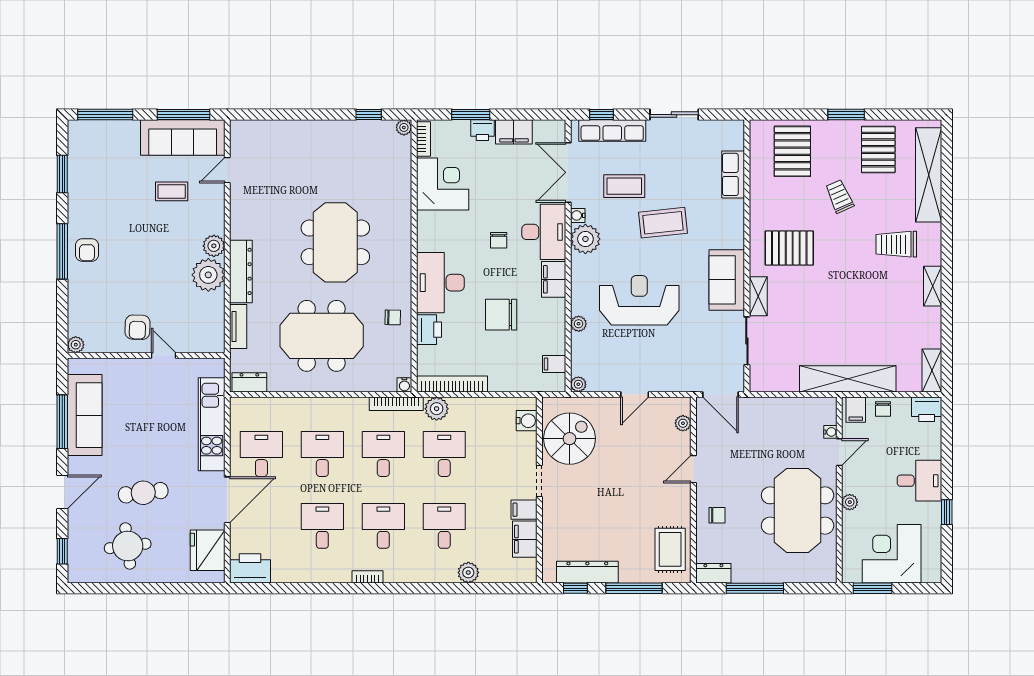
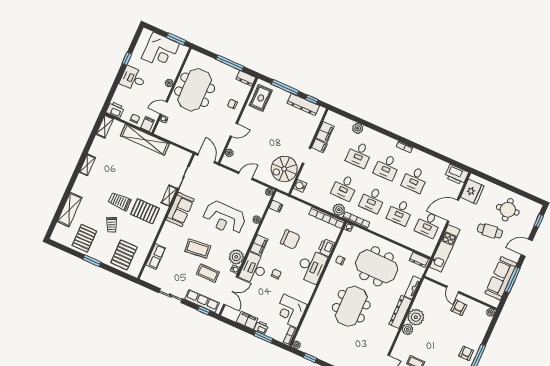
shelving: (929, 175) -> (70, 210), width x0.68
trolley: (896, 244) -> (120, 201), moved, turned 180

